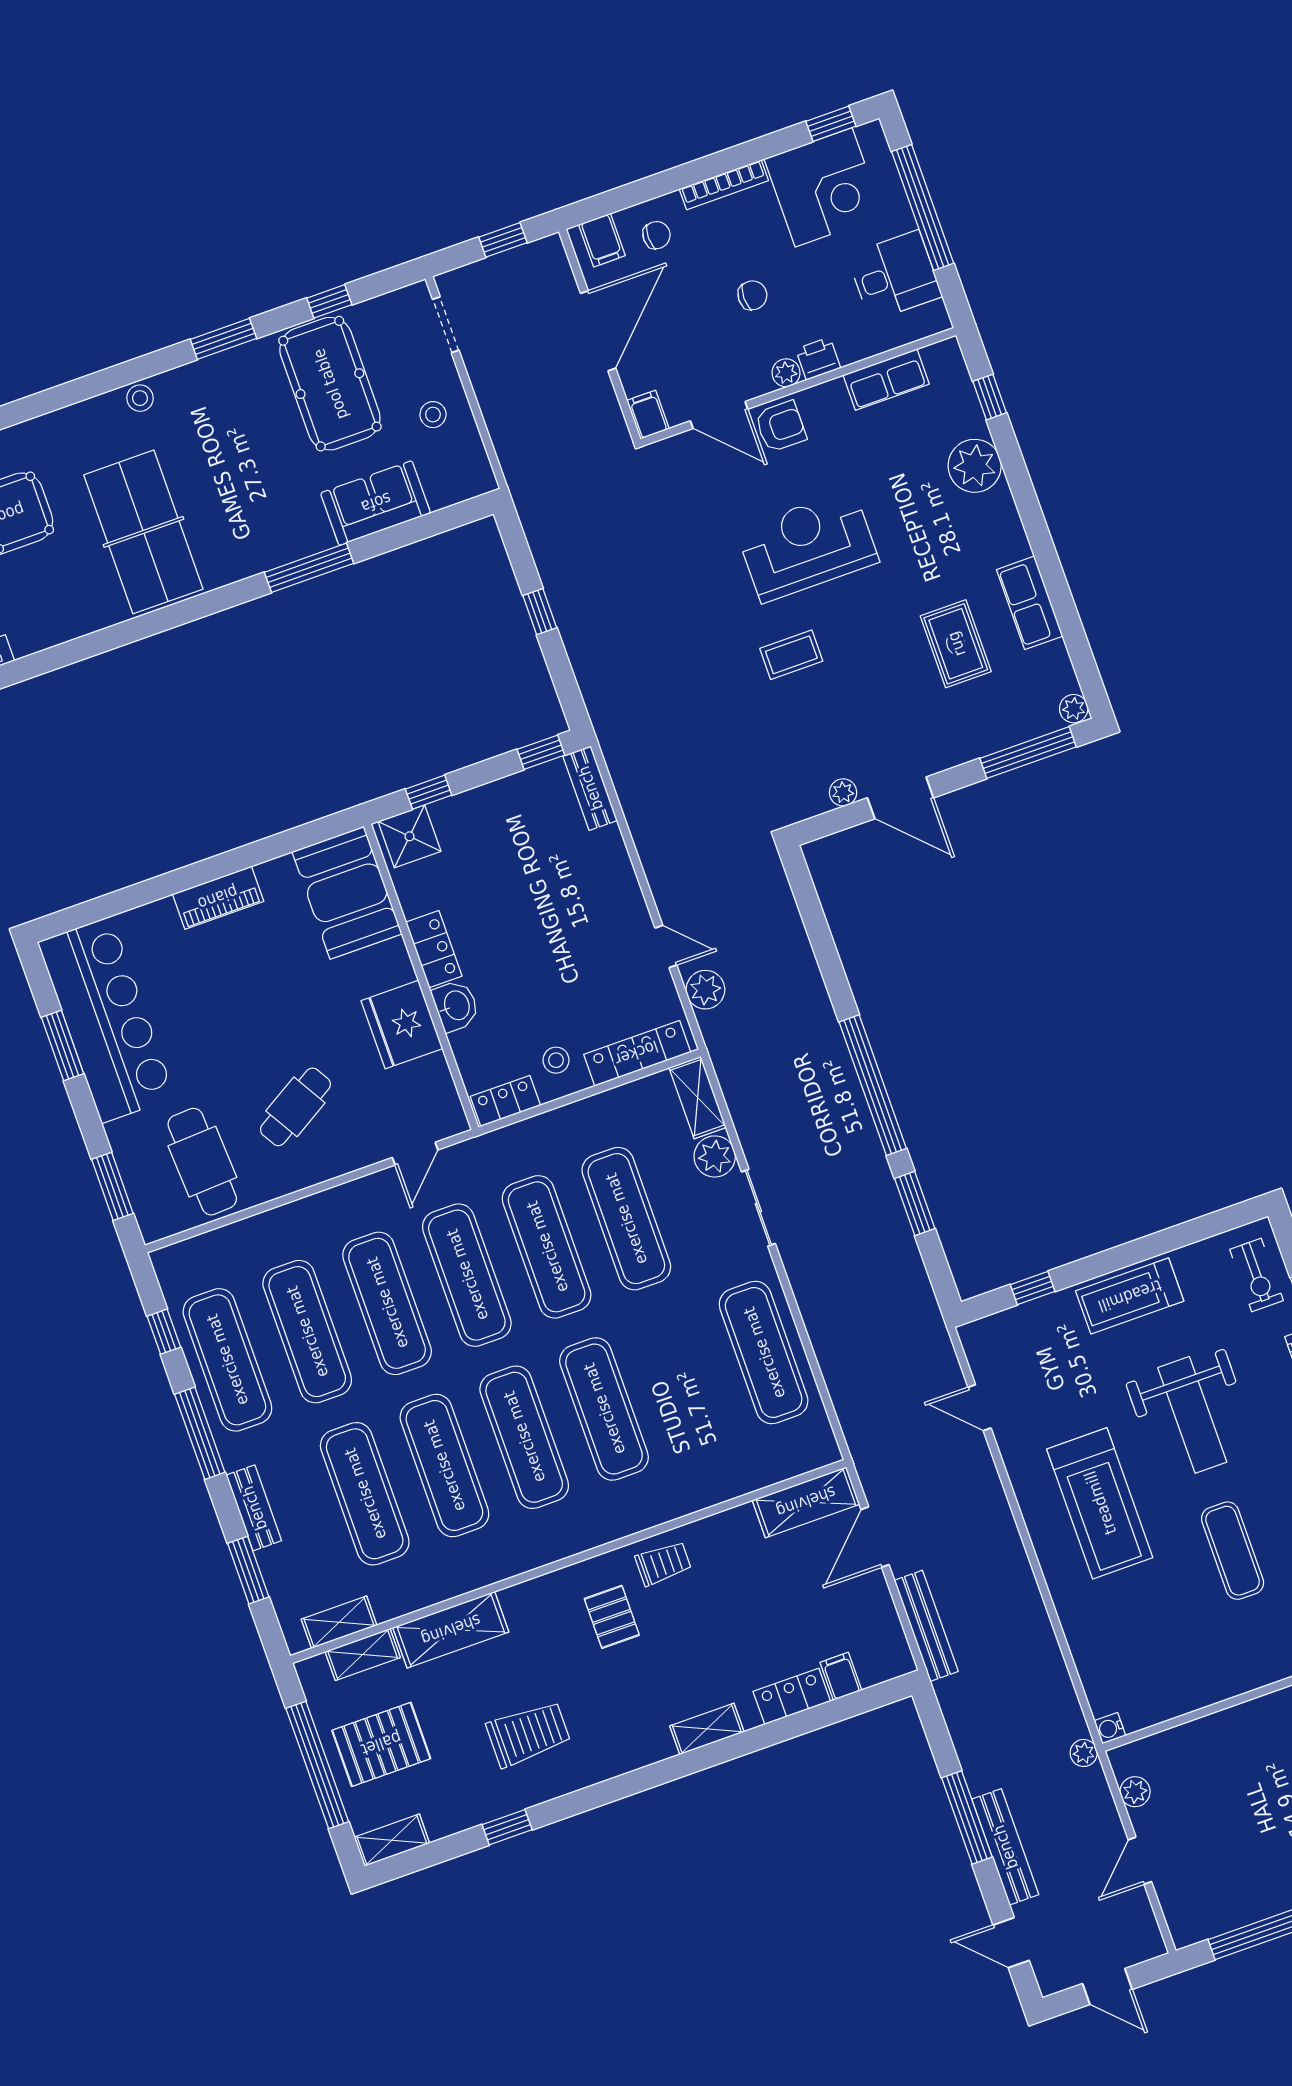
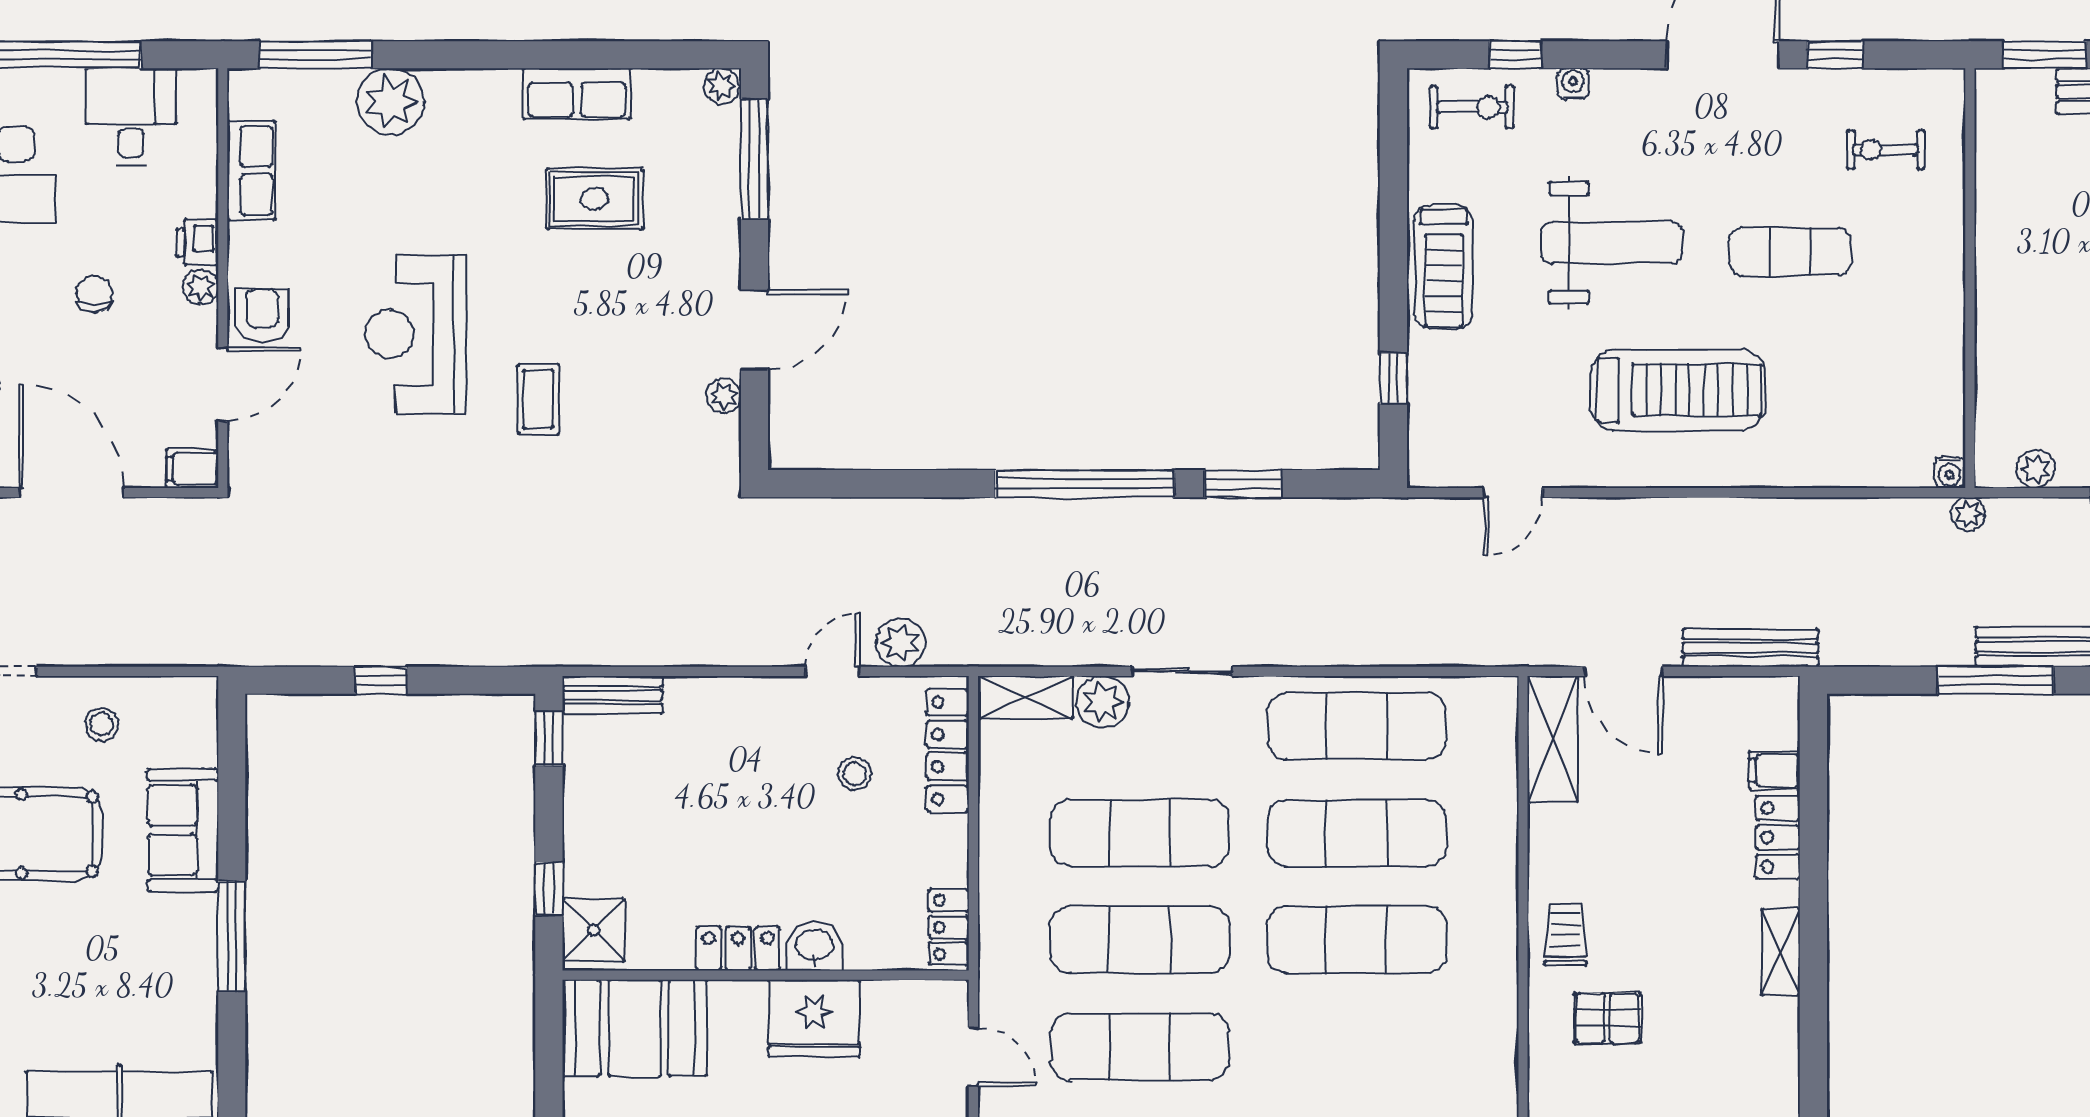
window: (990, 397) -> (315, 55), width x2.17
stool: (556, 1060) -> (854, 774), moved
exercise mat: (524, 1437) -> (1357, 833), moved

